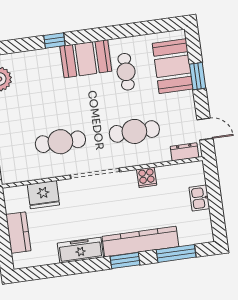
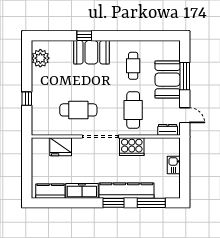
booth: (86, 59) -> (91, 52), moved
booth: (173, 66) -> (168, 80), moved
window: (198, 76) -> (185, 76), width x1.44
cafe table: (134, 131) -> (133, 110), turned 90
cooker: (147, 177) -> (132, 147), width x1.87, depth x1.31
kitchen counter: (18, 233) -> (50, 191), moved, turned -90

